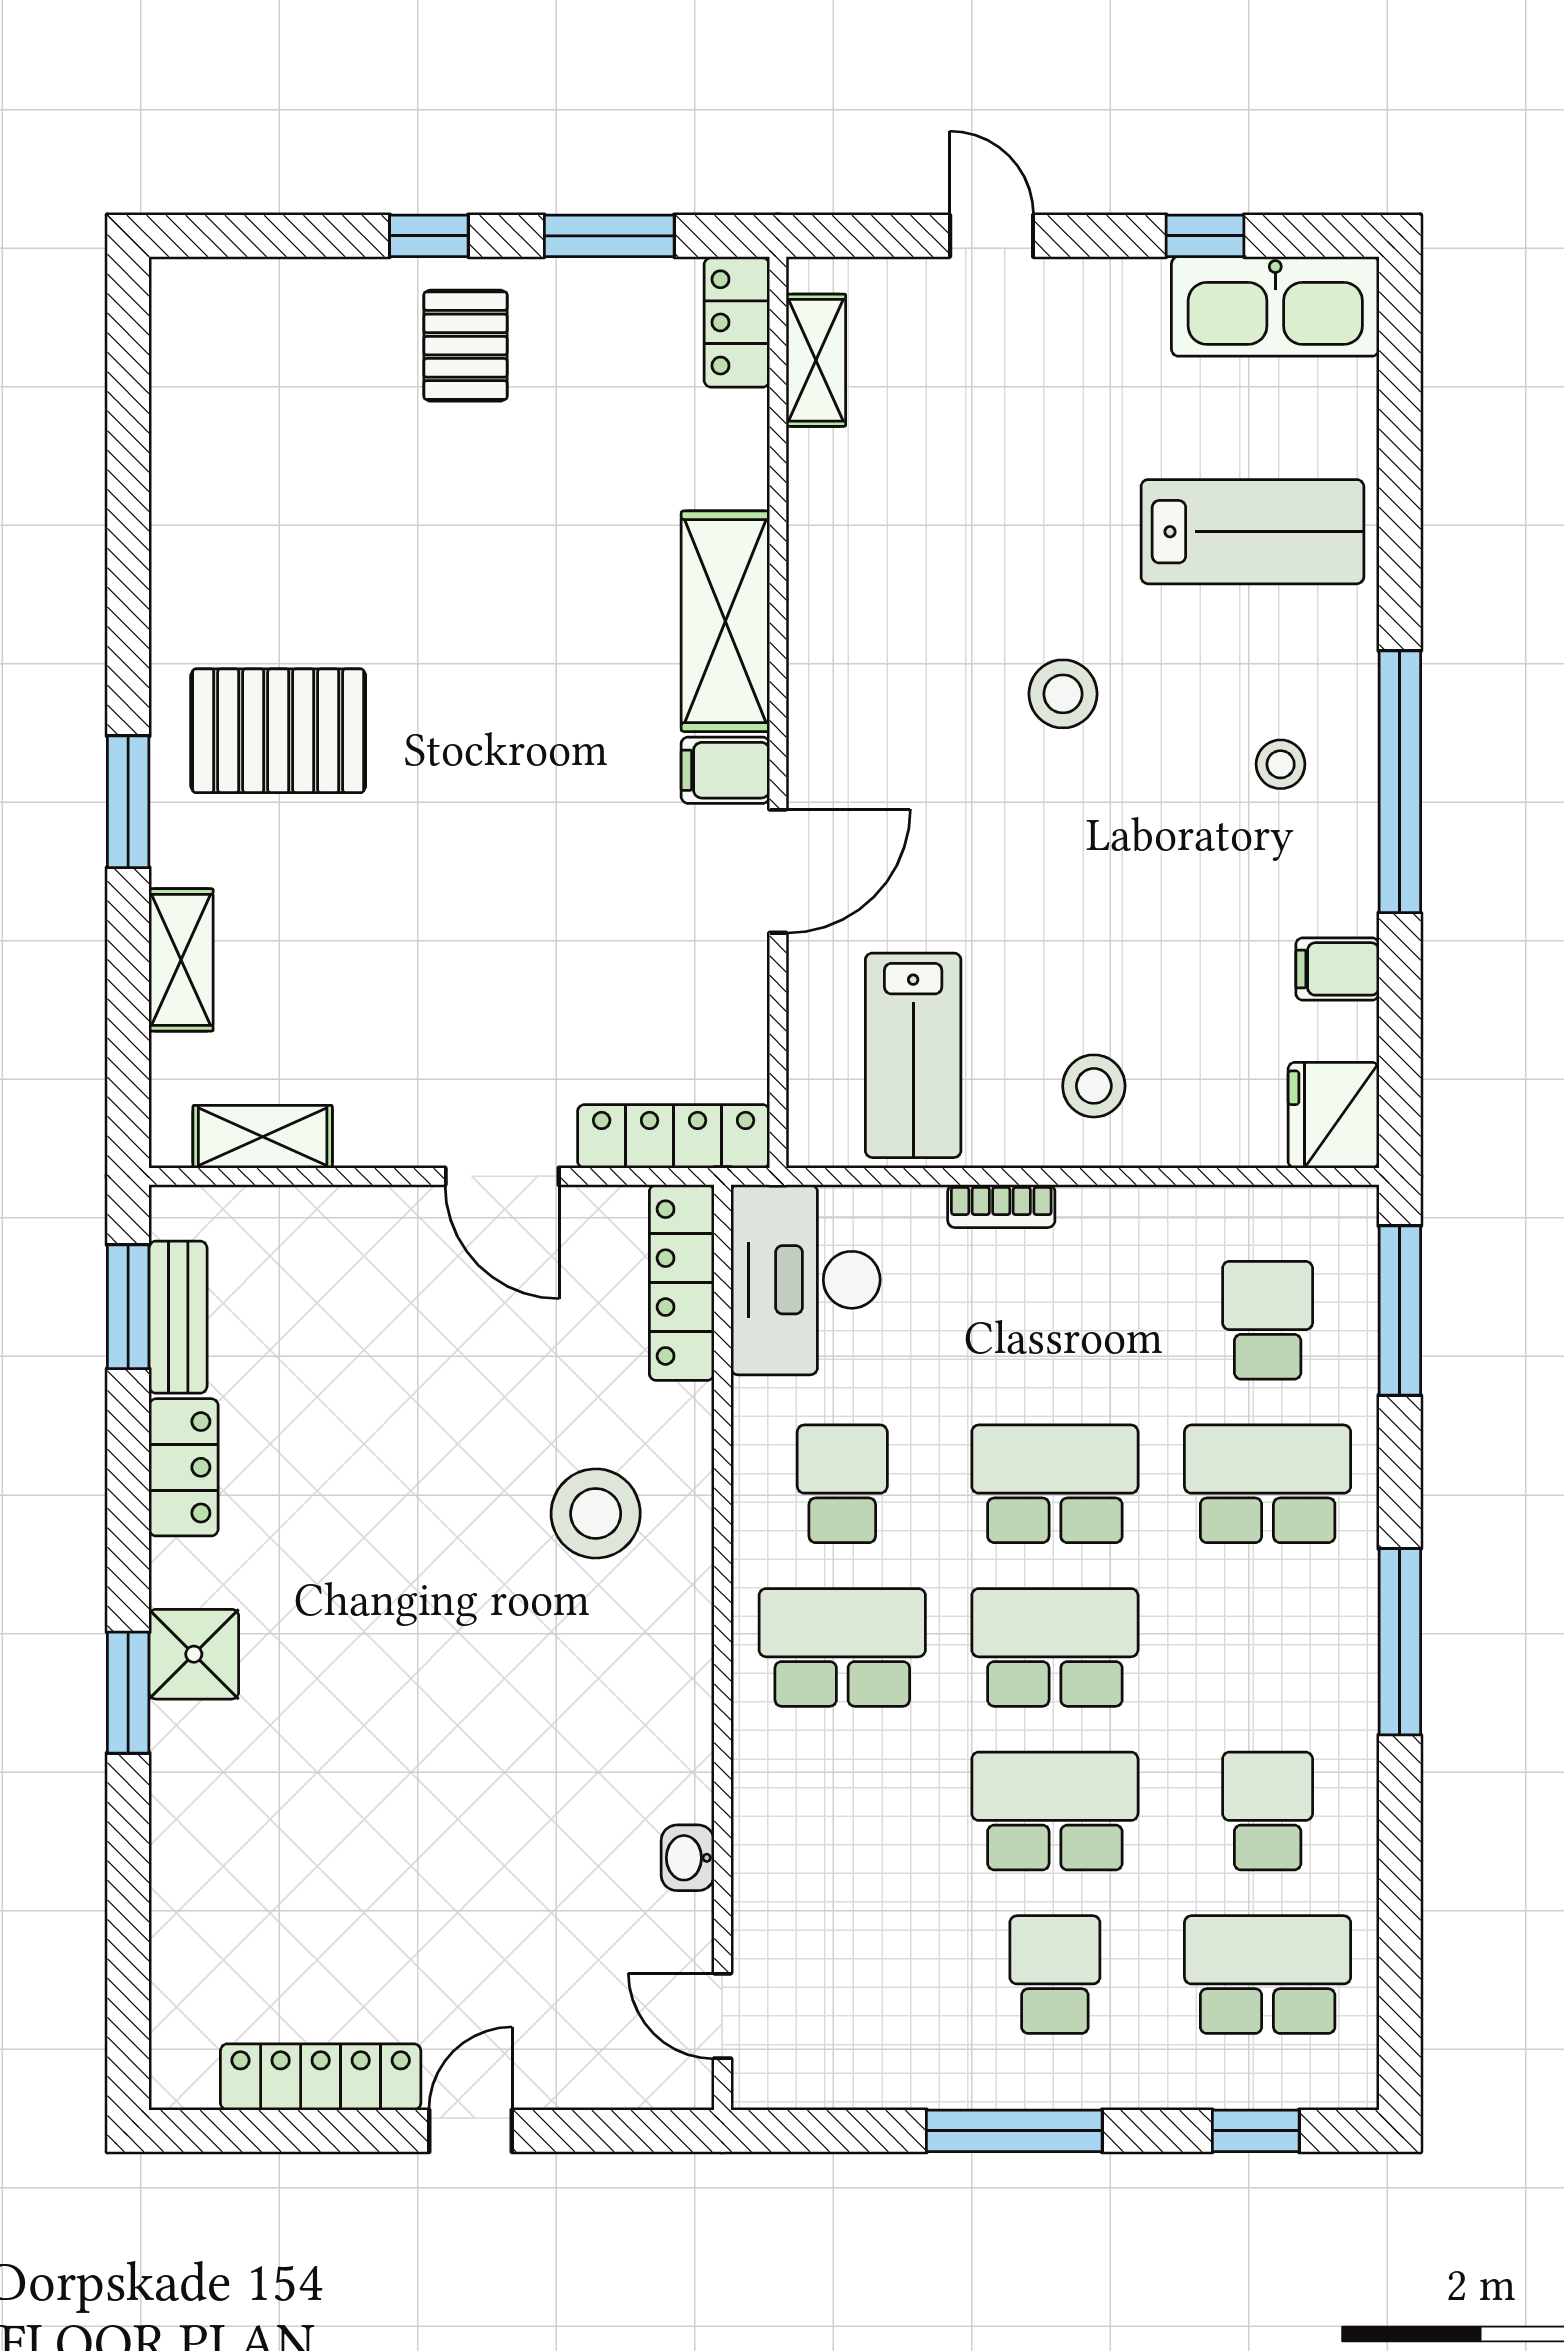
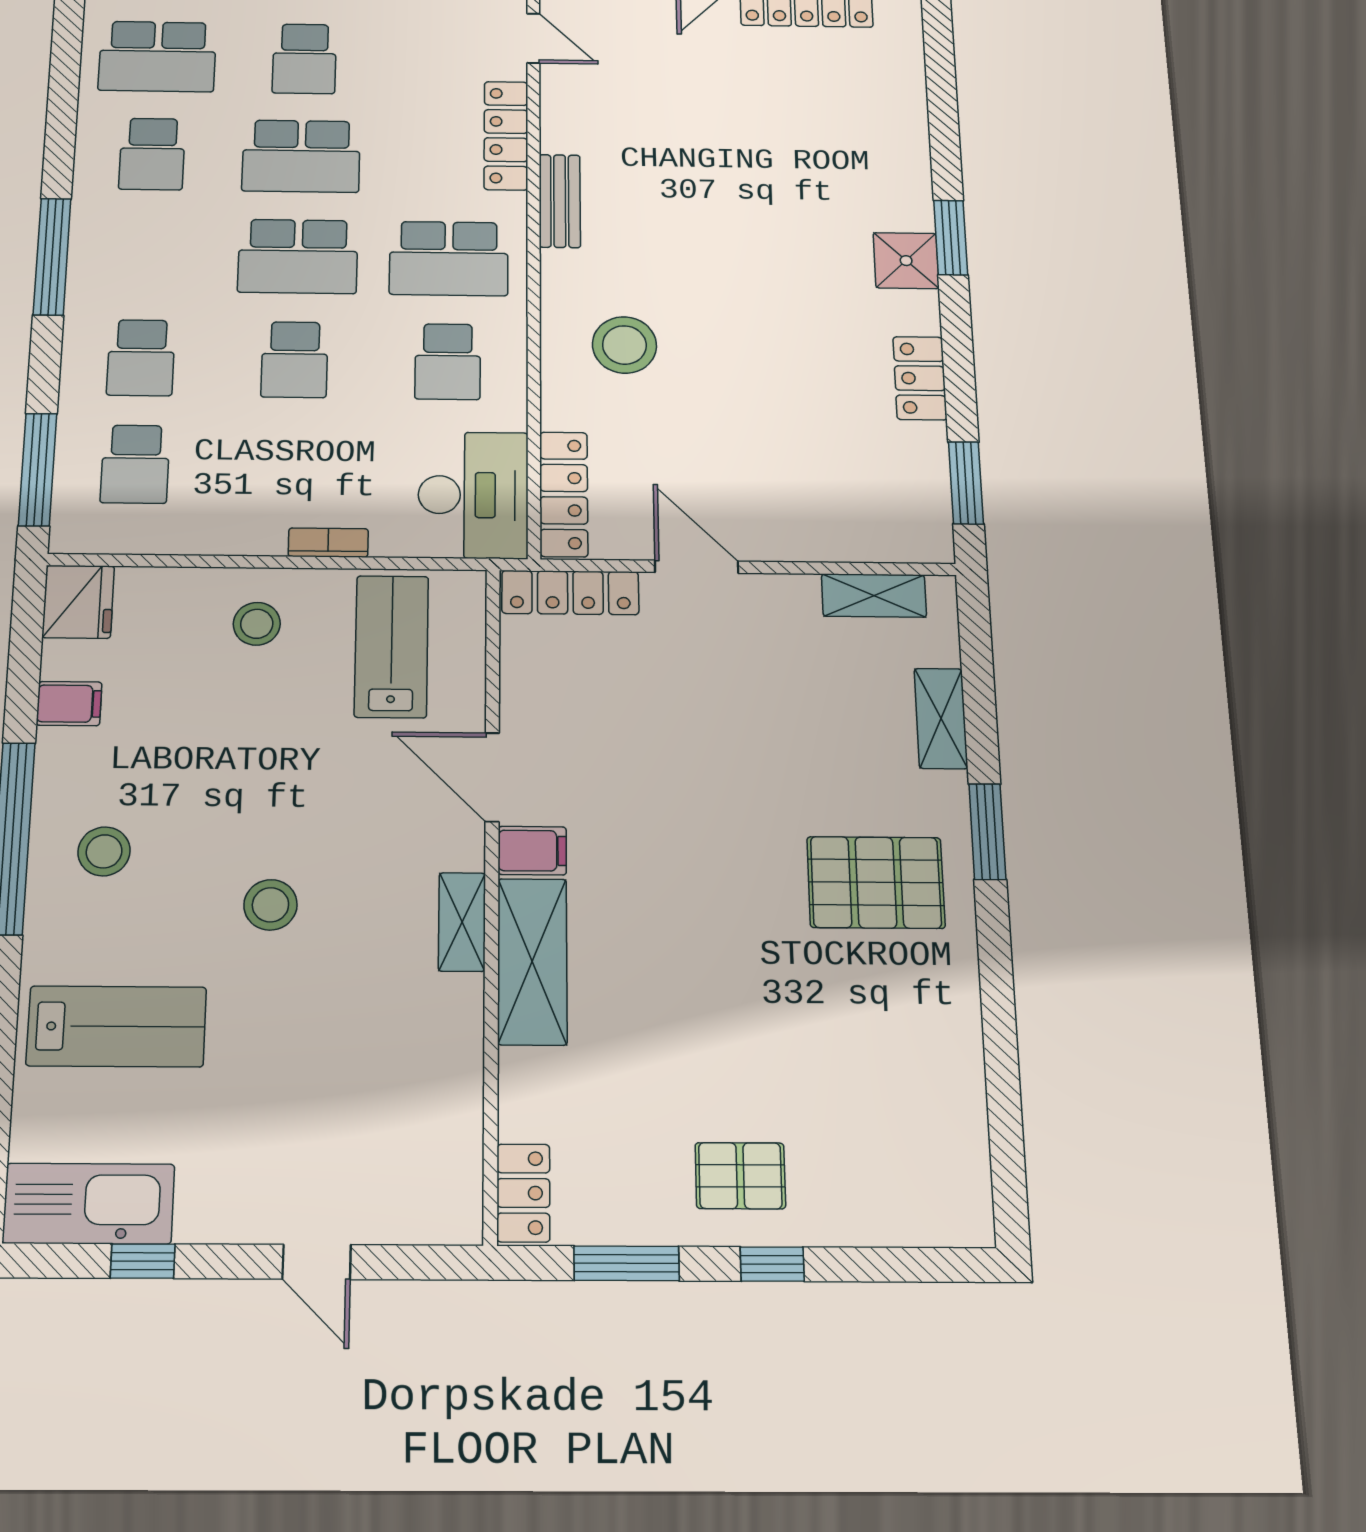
pallet: (465, 346) -> (740, 1176), turned 90
shelving: (816, 360) -> (462, 922), moved
lab bench: (1252, 532) -> (117, 1026), turned 180
stool: (1281, 764) -> (104, 851), width x1.37, depth x1.37
door: (778, 871) -> (492, 777), hinge flipped
bench: (178, 1317) -> (560, 201), moved
school desk: (1055, 1484) -> (295, 360), width x0.54
school desk: (1268, 1484) -> (141, 358), width x0.54
locker: (762, 1850) -> (506, 136), added
washbasin: (688, 1858) -> (558, 132), removed

